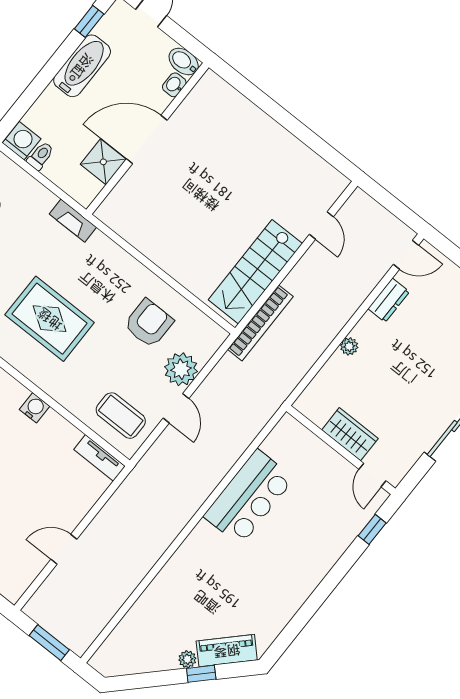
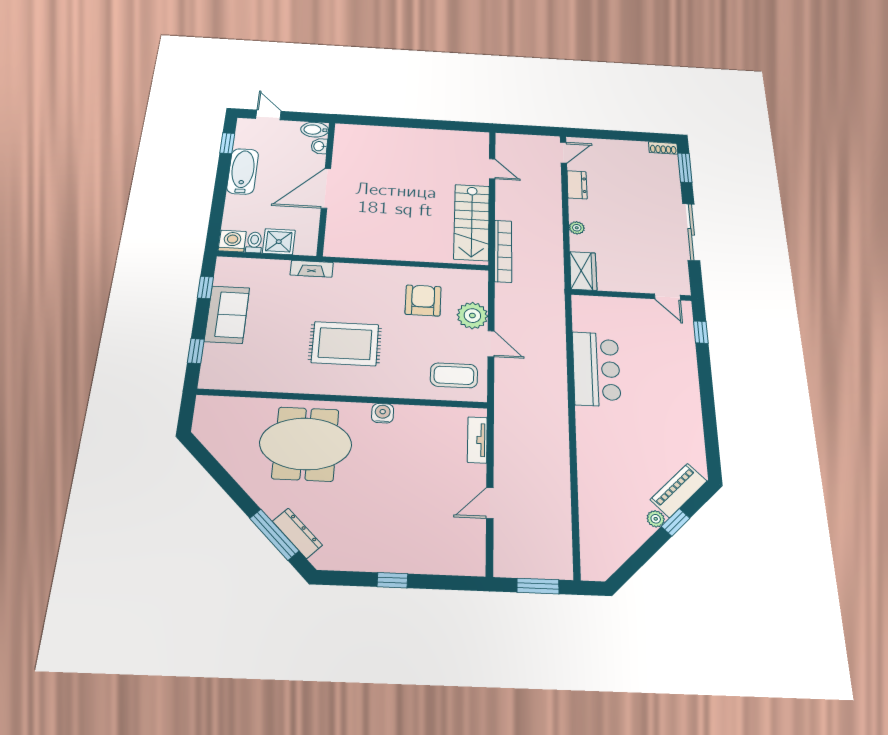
shower: (103, 162) -> (279, 242), moved
wardrobe: (350, 434) -> (583, 271), moved, turned 90
tv unit: (100, 458) -> (477, 440), moved, turned 90

